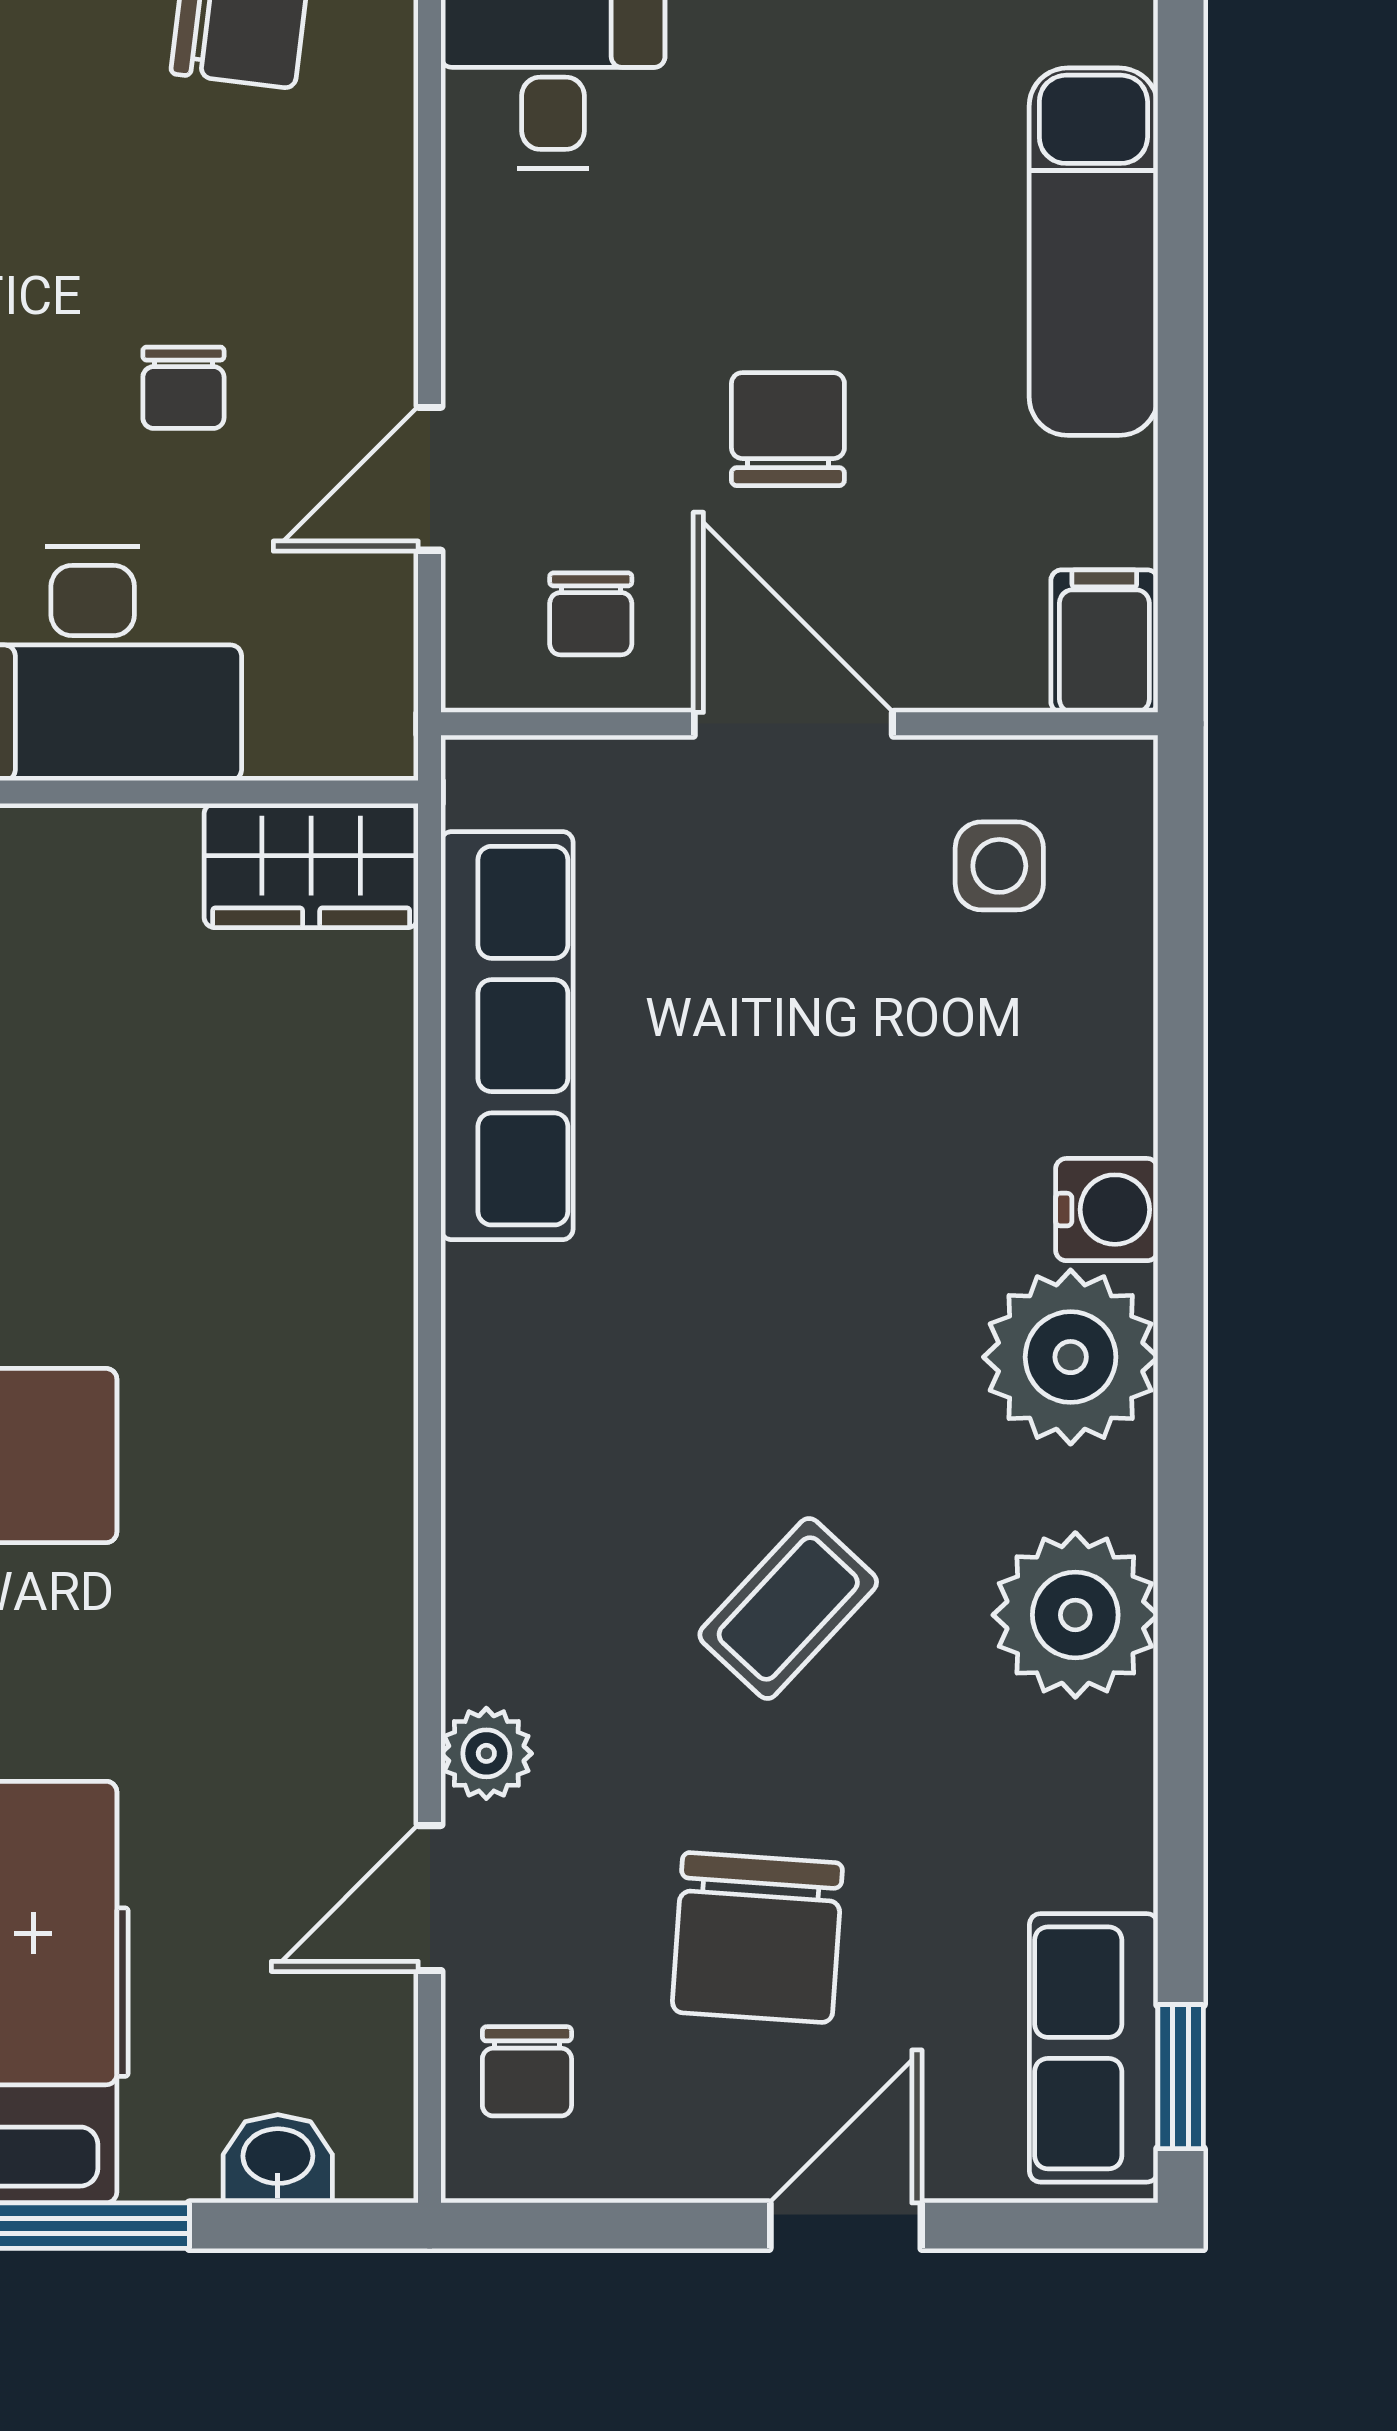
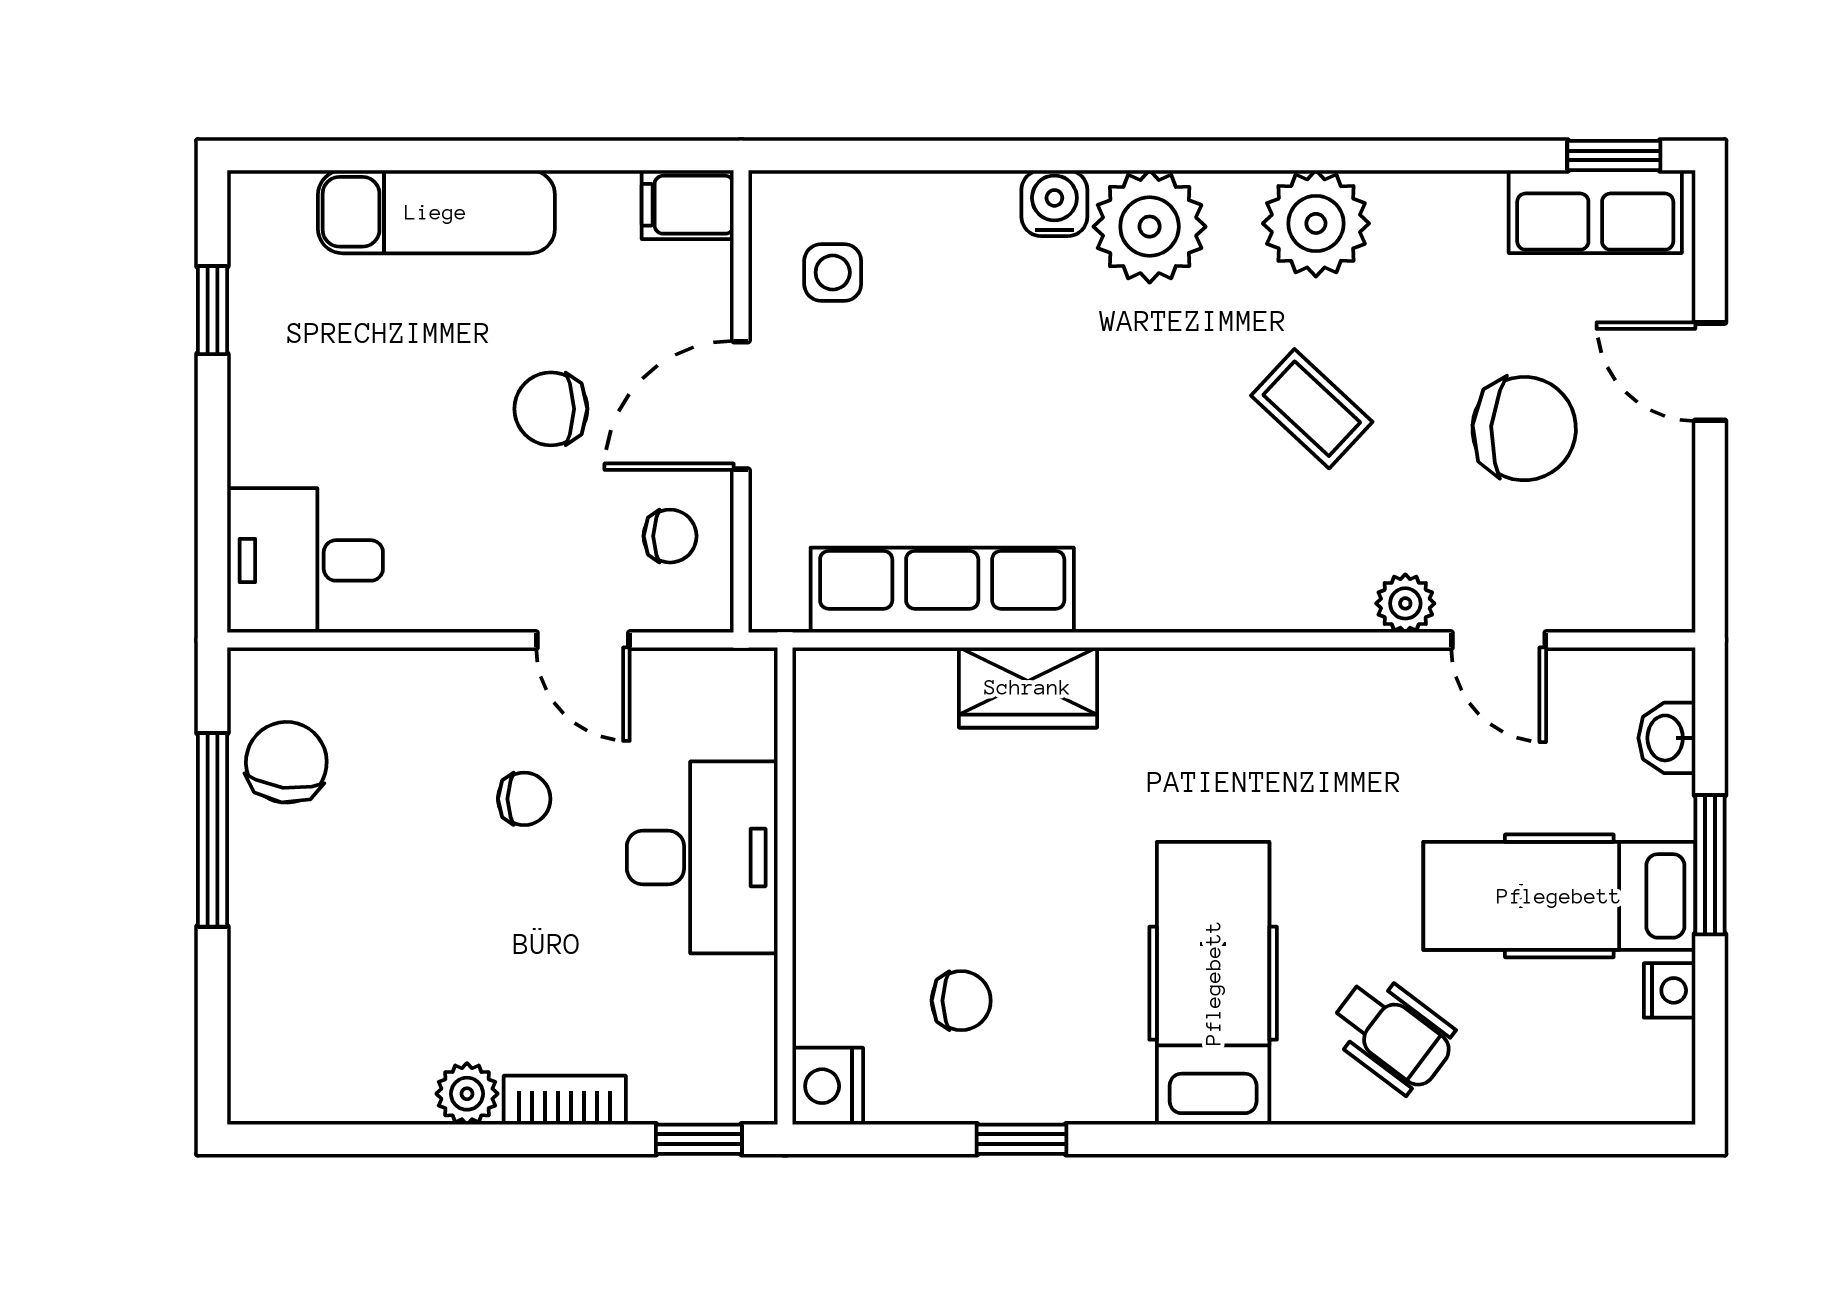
wardrobe: (311, 866) -> (1028, 687), moved, turned 90
chair: (527, 2071) -> (1610, 577), removed

